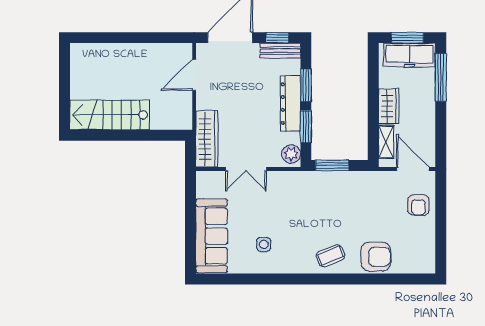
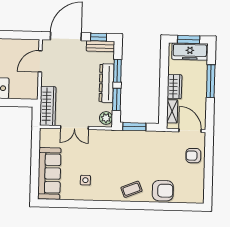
window: (441, 77) -> (211, 81), moved
armchair: (418, 205) -> (193, 156), turned 90

